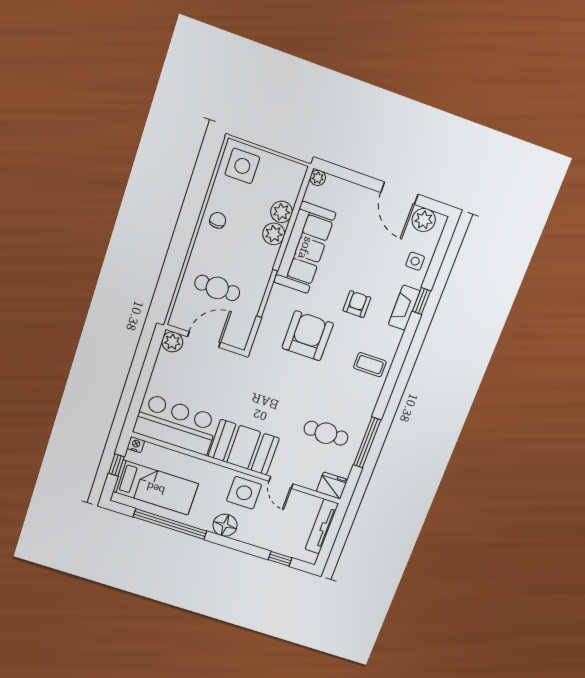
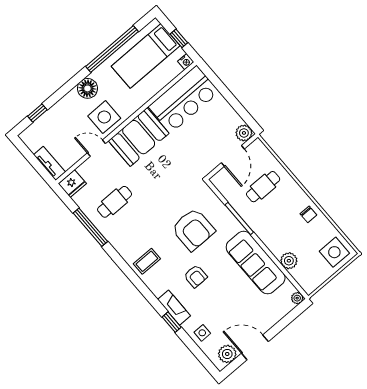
plant: (274, 234) -> (277, 247), removed
tv unit: (322, 526) -> (49, 163), width x0.71

